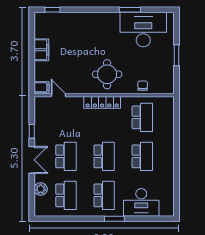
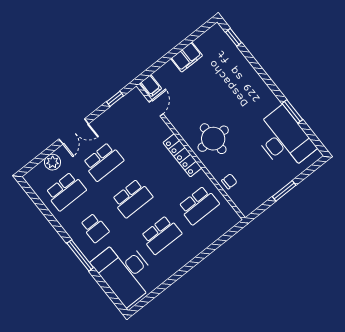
window: (32, 131) -> (115, 99), moved
school desk: (104, 195) -> (95, 228), width x0.54
desk: (141, 202) -> (125, 272), width x1.36, depth x1.30
window: (114, 219) -> (80, 255), width x1.44

